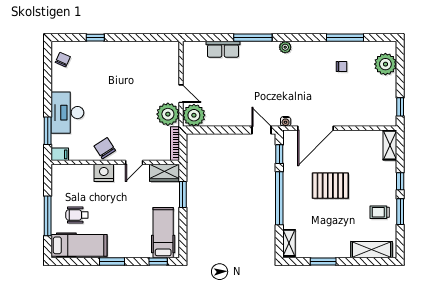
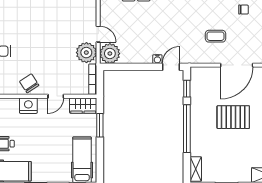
coffee table: (311, 96) -> (215, 36), added
water cooler: (286, 121) -> (157, 59), moved
door: (316, 128) -> (237, 65), moved
door: (262, 130) -> (171, 67), hinge flipped

